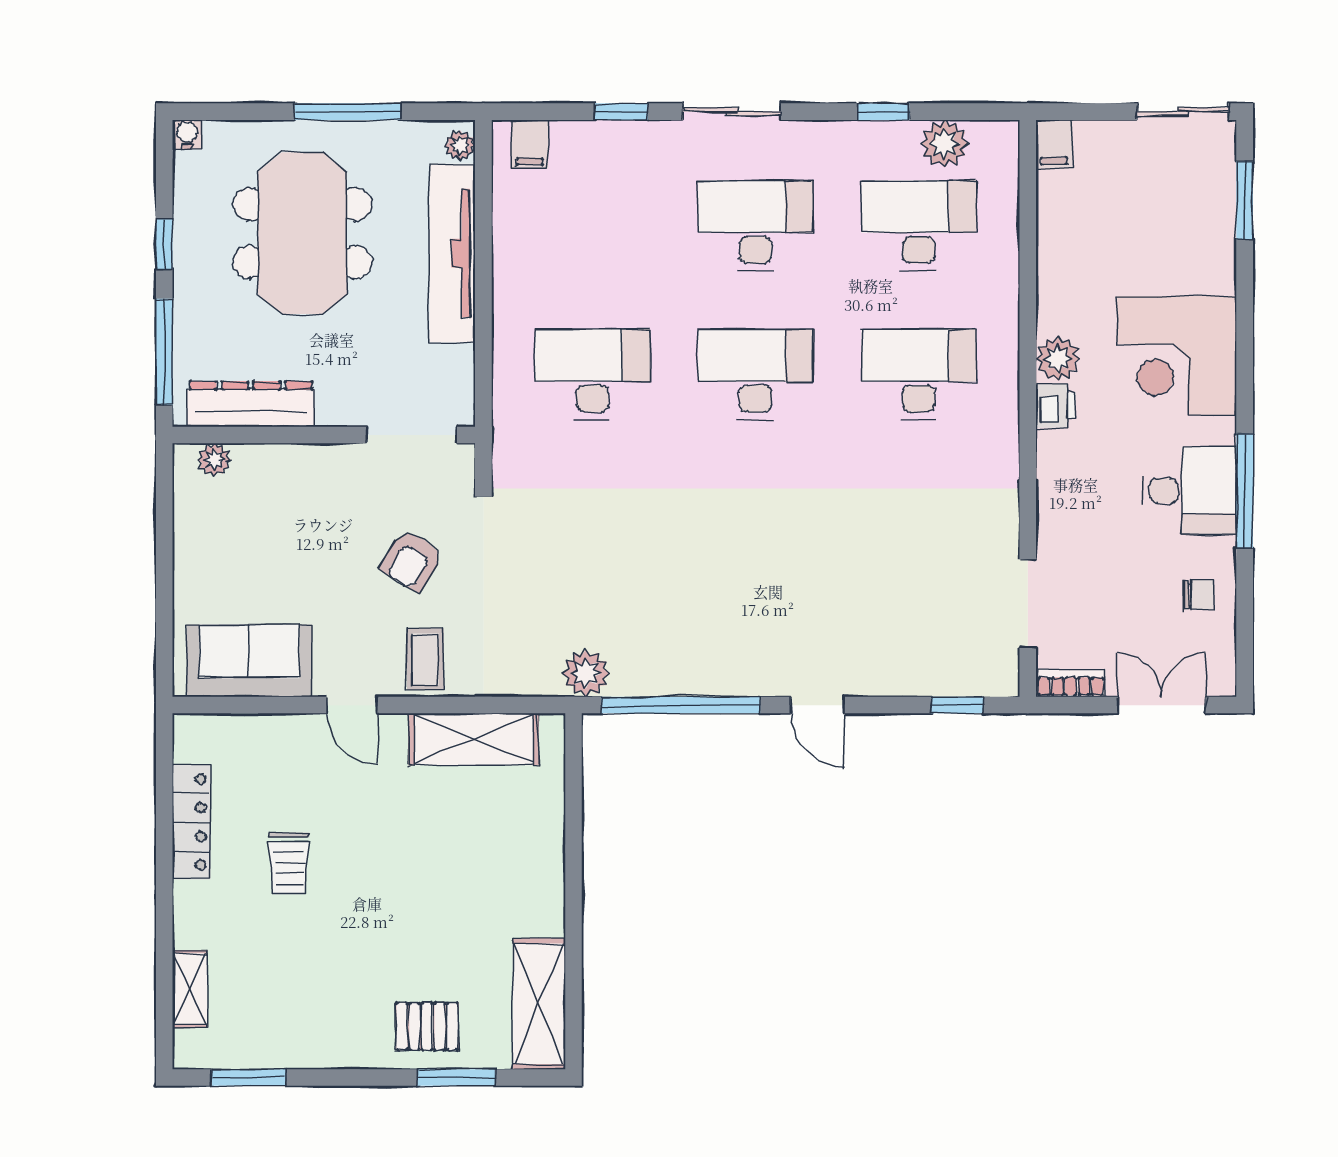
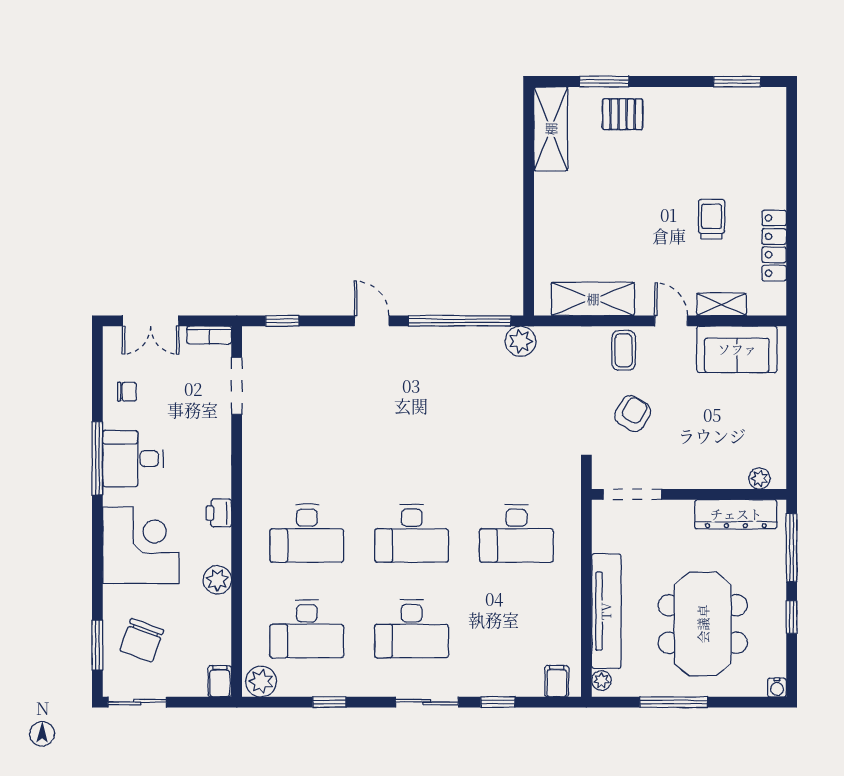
plant: (944, 144) -> (261, 681), moved
chair: (1176, 208) -> (142, 640), added
plant: (1058, 359) -> (217, 580), moved
chair: (1199, 595) -> (127, 392), turned 180
shelving: (190, 989) -> (722, 304), moved, turned 90

